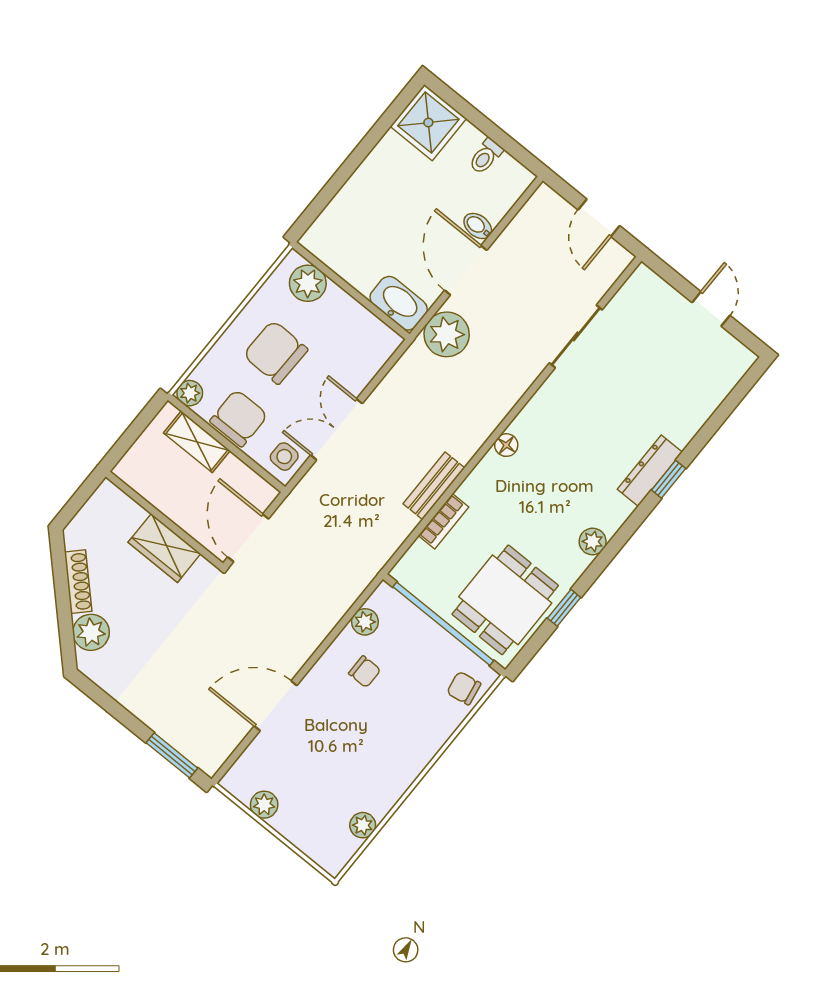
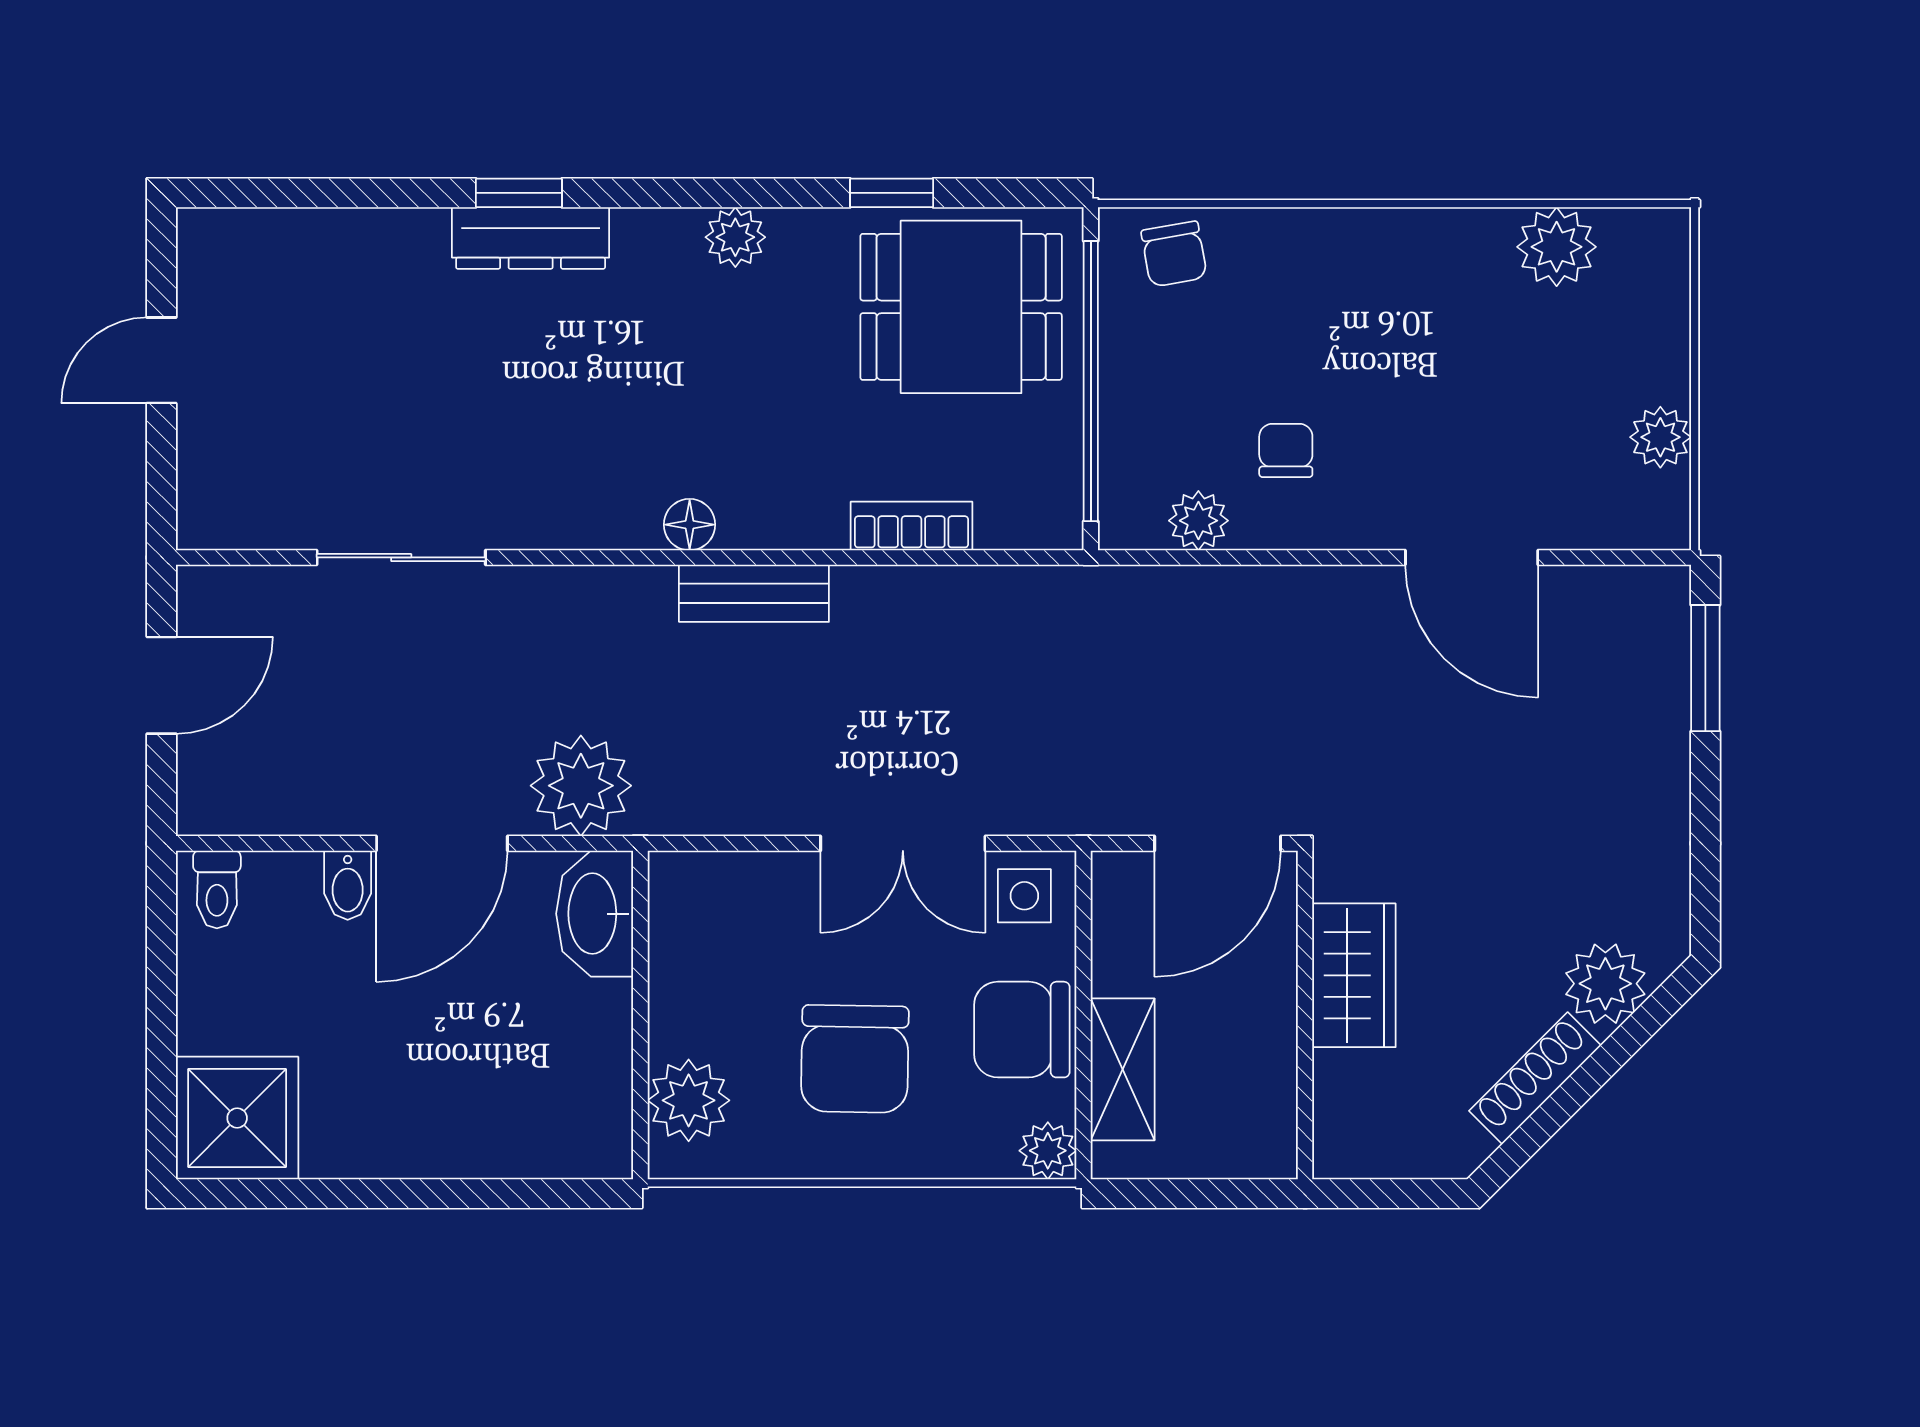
toilet: (486, 156) -> (217, 889), moved, turned 90
bench: (434, 486) -> (754, 593), moved
plant: (363, 825) -> (1557, 247), width x1.38, depth x1.38

